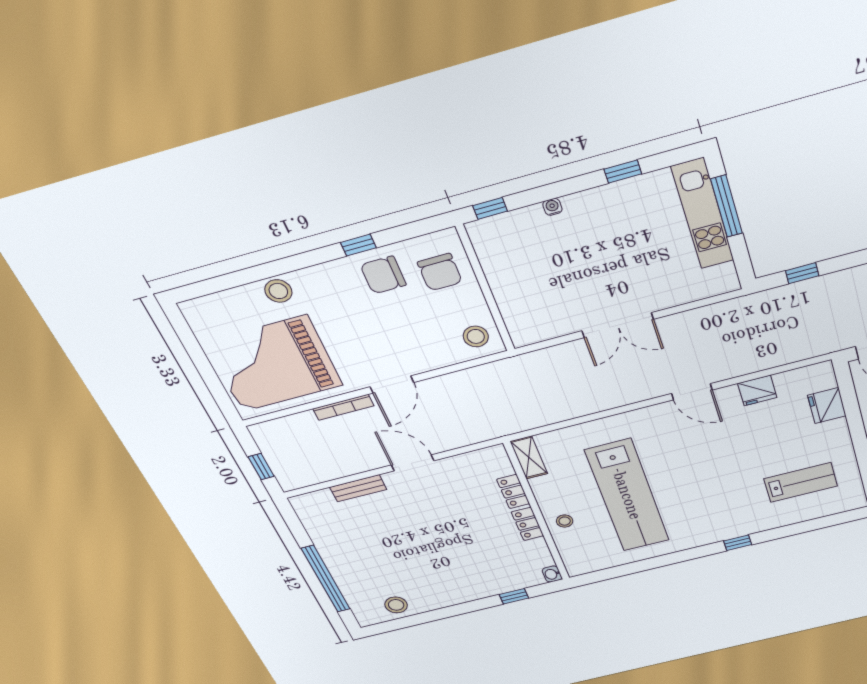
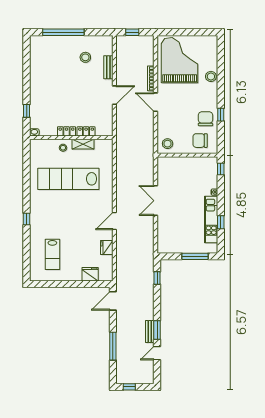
kitchen unit: (703, 214) -> (211, 220), moved, turned -90
shelving: (529, 458) -> (83, 144), moved
stool: (396, 605) -> (85, 57), moved

